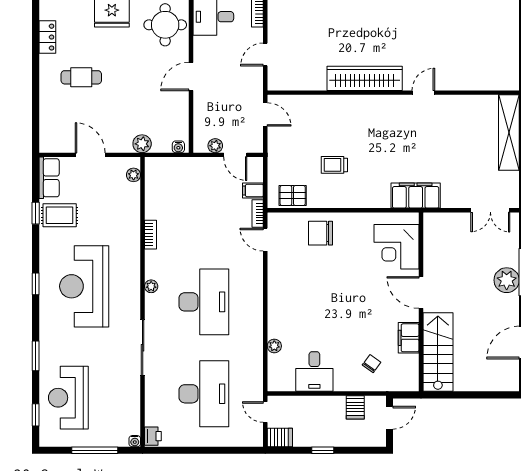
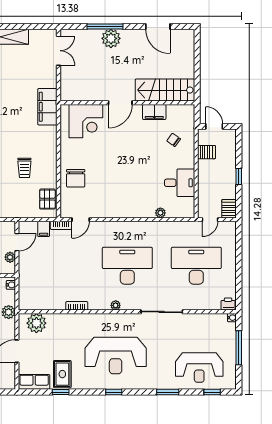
plant: (134, 175) -> (36, 323), width x1.88, depth x1.88

